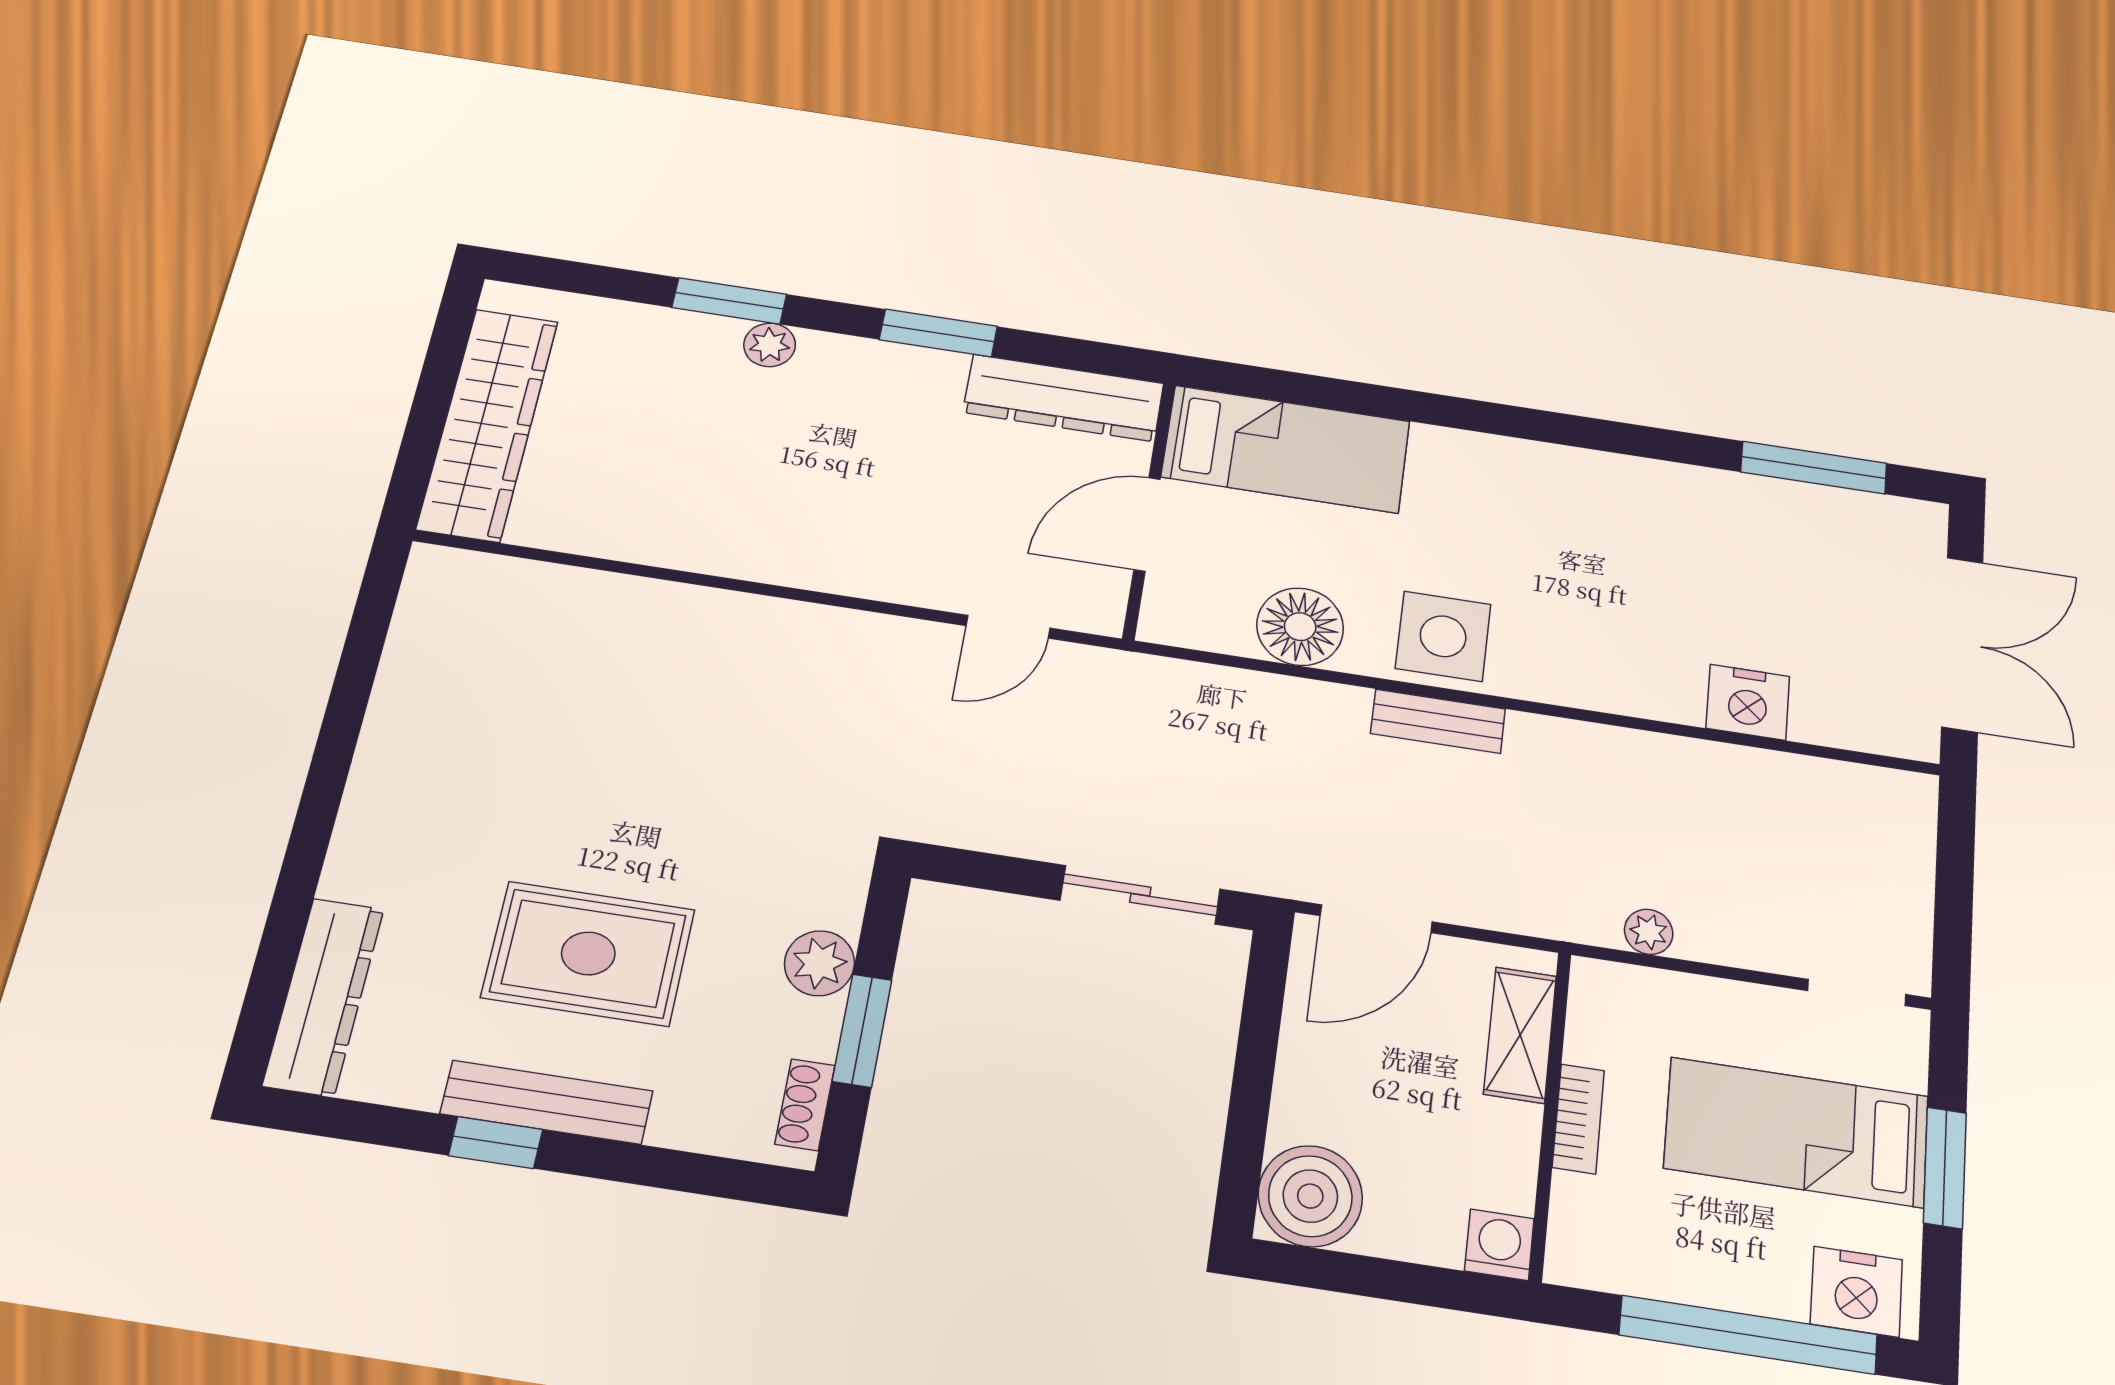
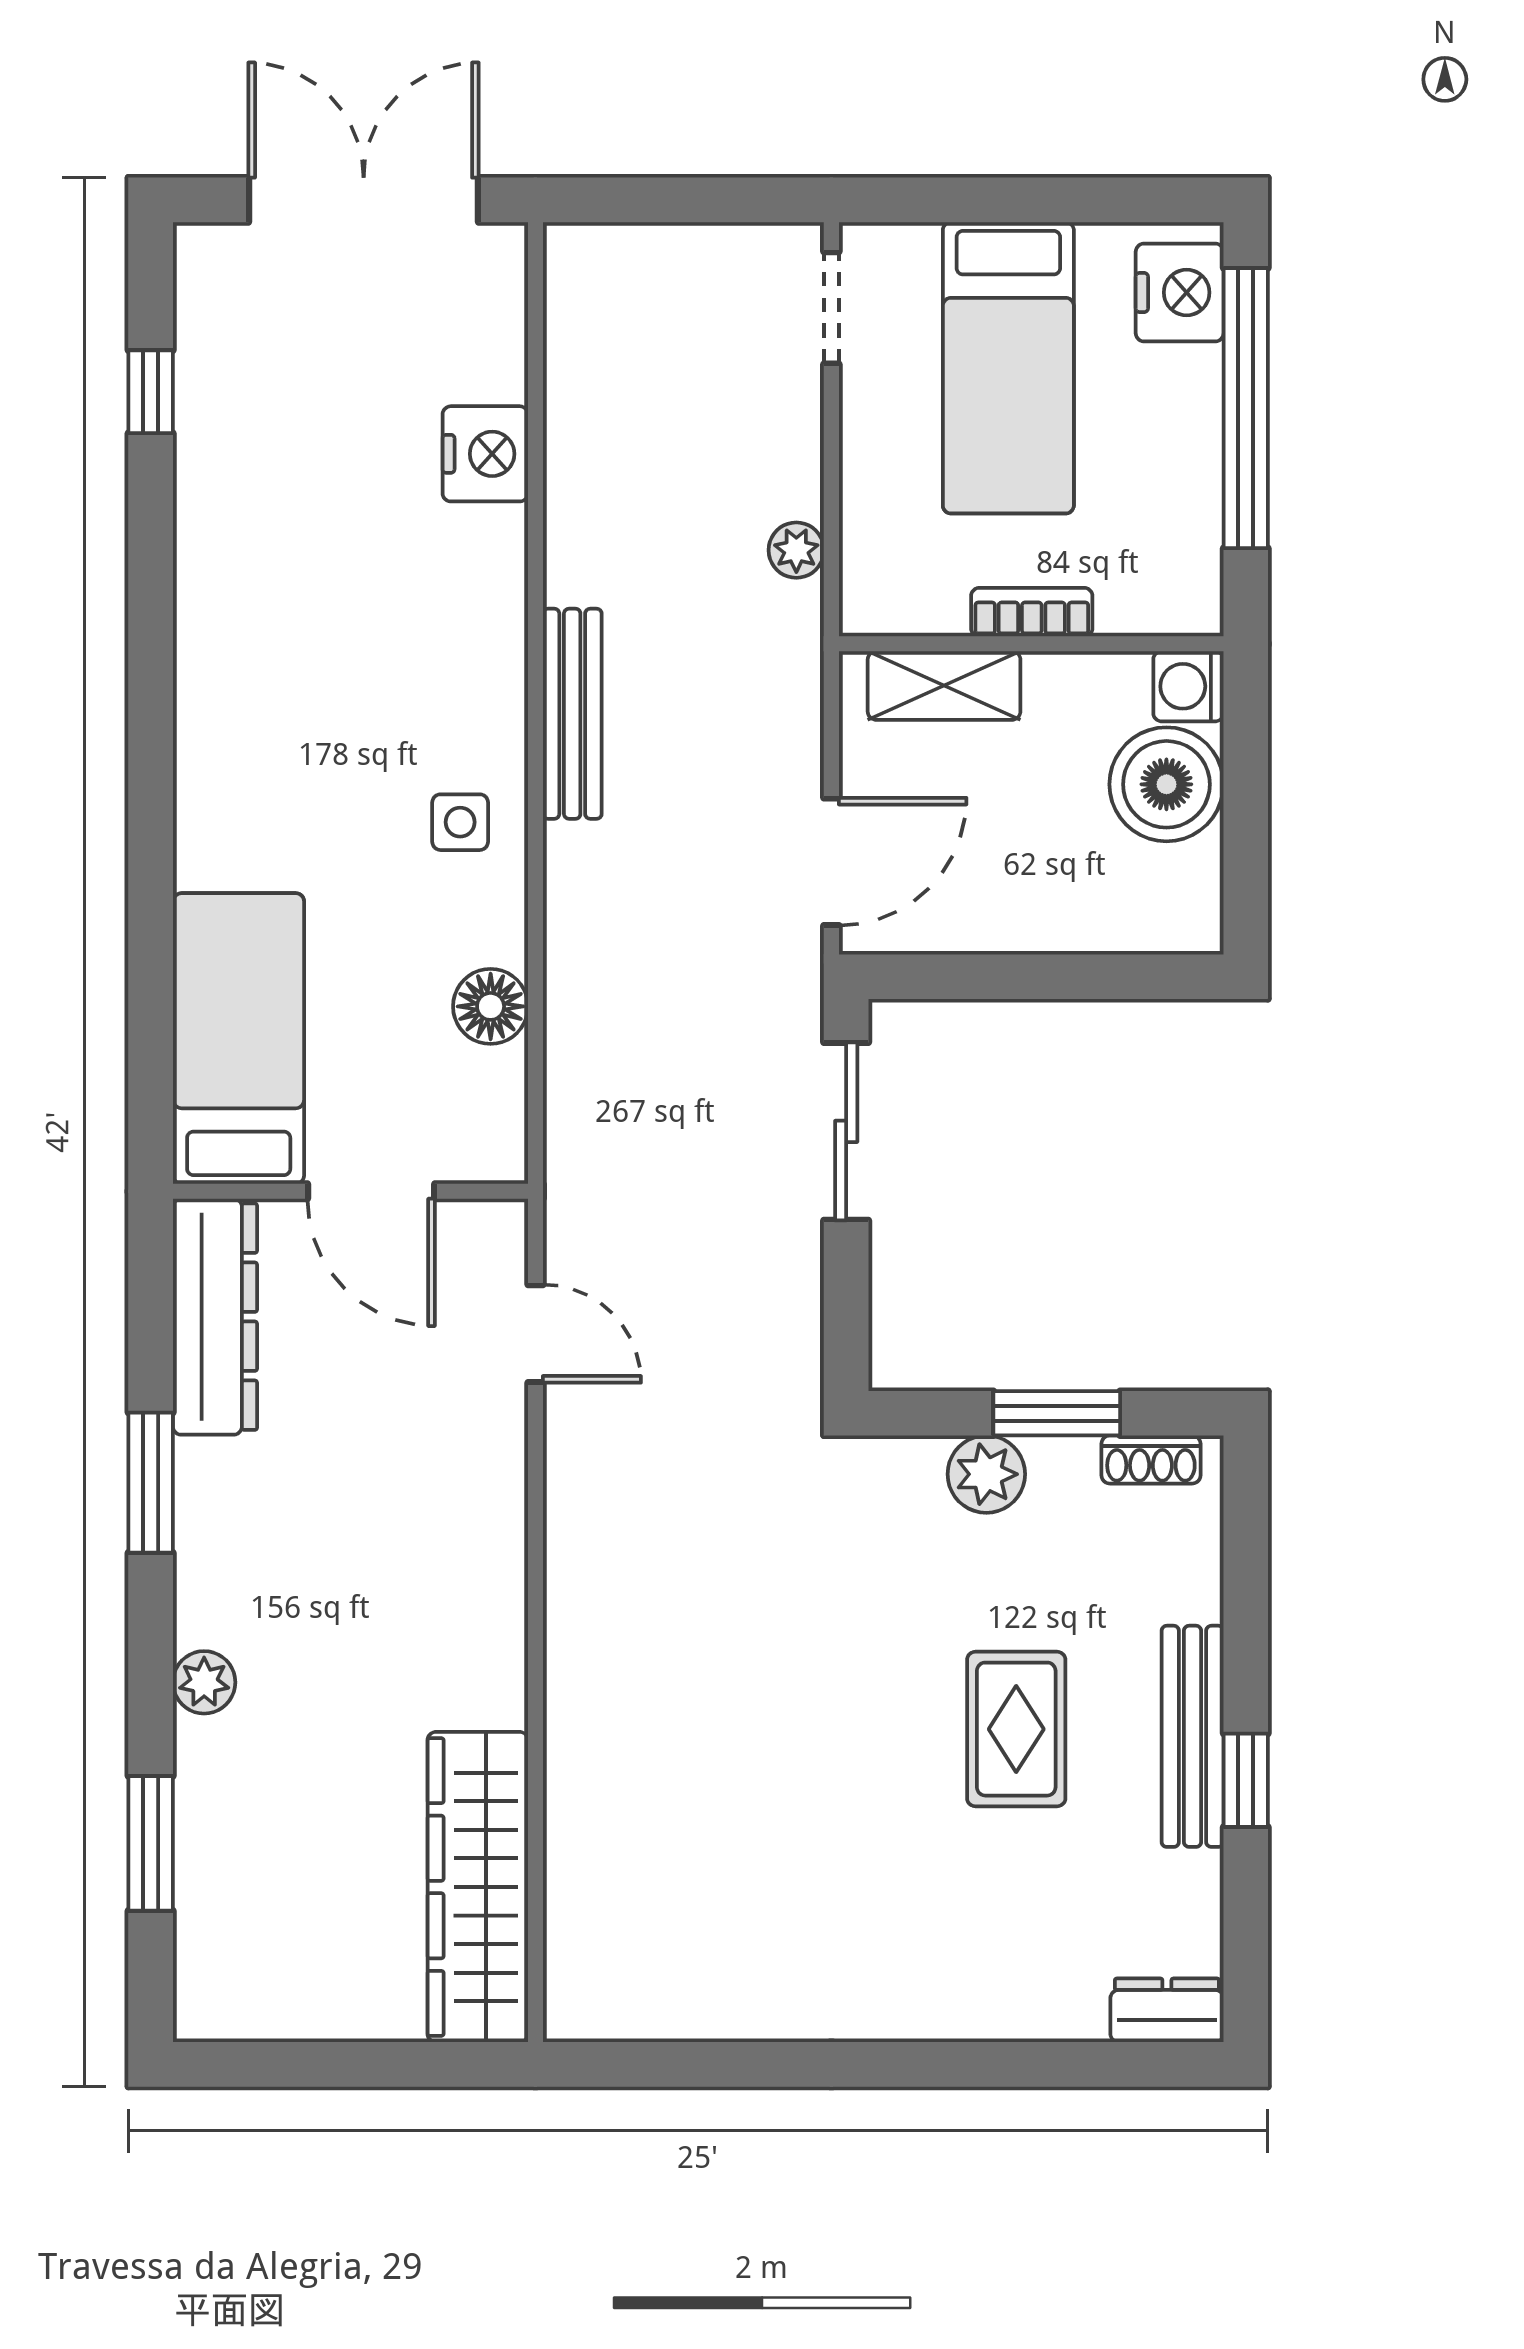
window: (729, 301) -> (151, 1843), moved
wardrobe: (488, 424) -> (478, 1887), moved, turned -90
window: (1814, 468) -> (151, 392), width x0.46
floor lamp: (1300, 627) -> (491, 1006), width x0.73, depth x0.73
side table: (1443, 636) -> (460, 822), width x0.54, depth x0.54
bench: (1438, 721) -> (572, 714), moved, width x1.36
door: (1376, 919) -> (831, 862), hinge flipped
rug: (588, 953) -> (1016, 1729), width x0.73, depth x0.70
dresser: (324, 997) -> (1167, 2010), width x0.51, depth x0.80
window: (1945, 1168) -> (1023, 200), removed
boiler: (1310, 1196) -> (1166, 784), moved

